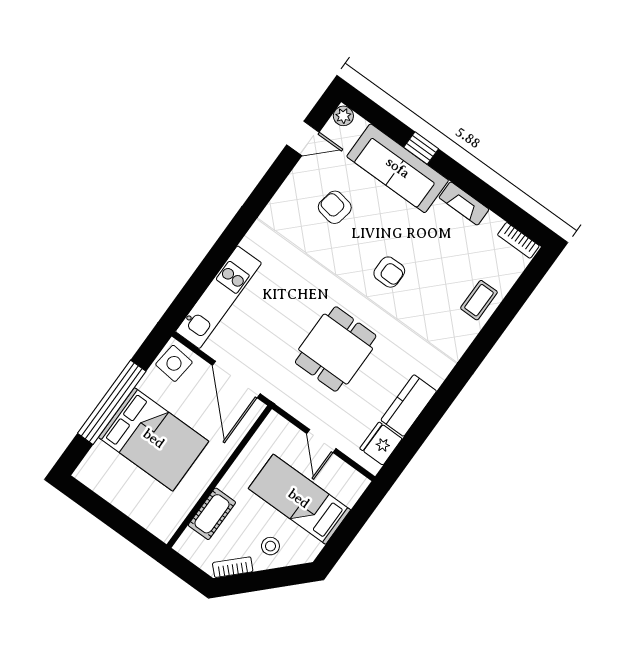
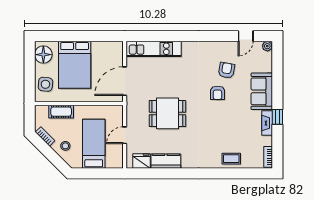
door: (303, 138) -> (246, 36), hinge flipped
window: (421, 148) -> (277, 117), moved
sofa: (398, 168) -> (262, 91), width x0.73
armchair: (389, 272) -> (218, 93), moved
side table: (174, 363) -> (45, 84), moved
window: (112, 402) -> (77, 36), removed
floor lamp: (102, 477) -> (43, 55), added

